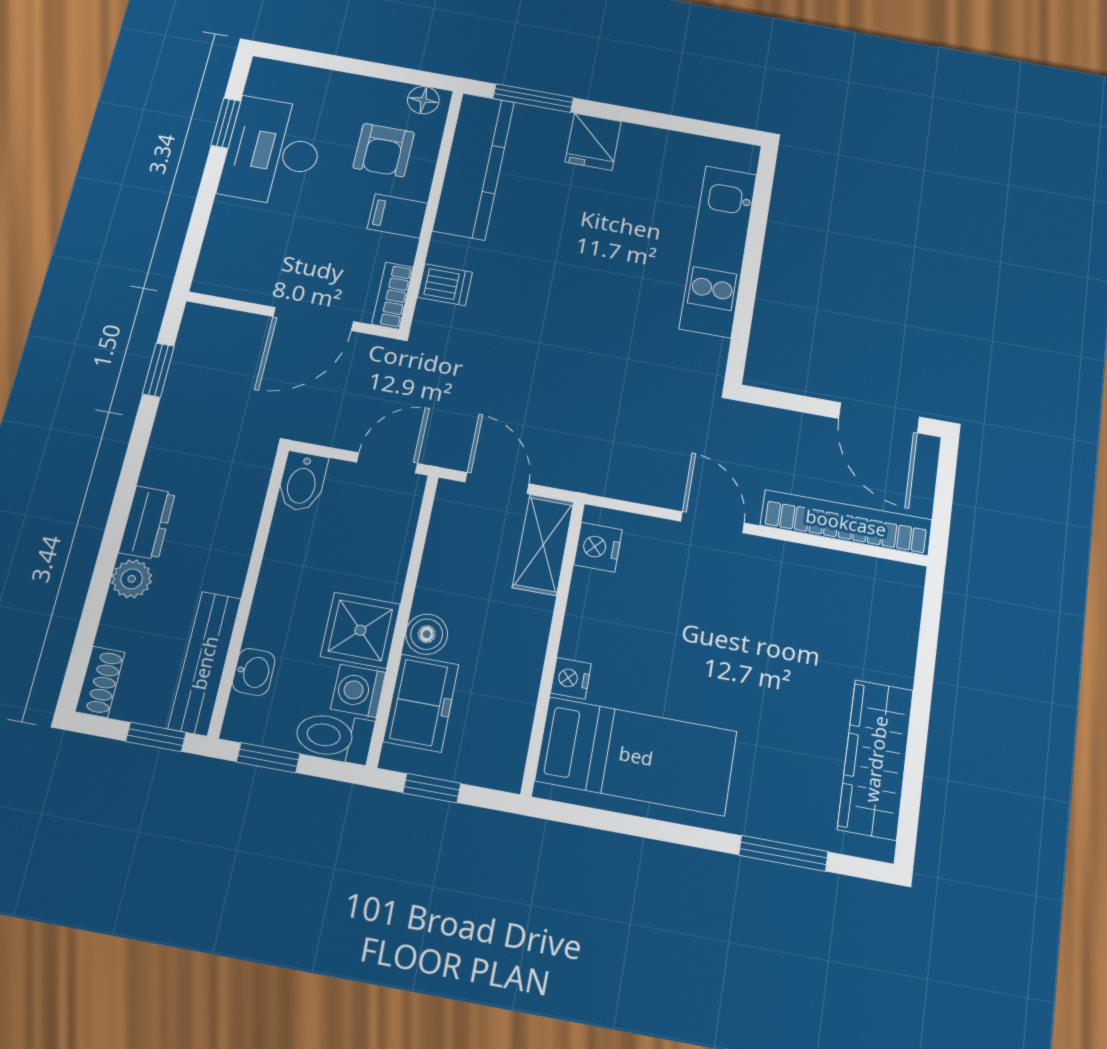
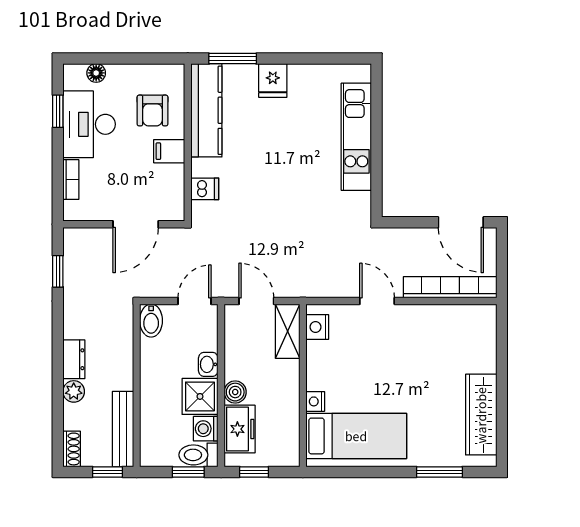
floor lamp: (423, 100) -> (96, 73), moved
bookcase: (392, 296) -> (71, 180), moved, turned 180
washbasin: (254, 672) -> (208, 364), moved, turned 180
window: (268, 758) -> (188, 472), moved

